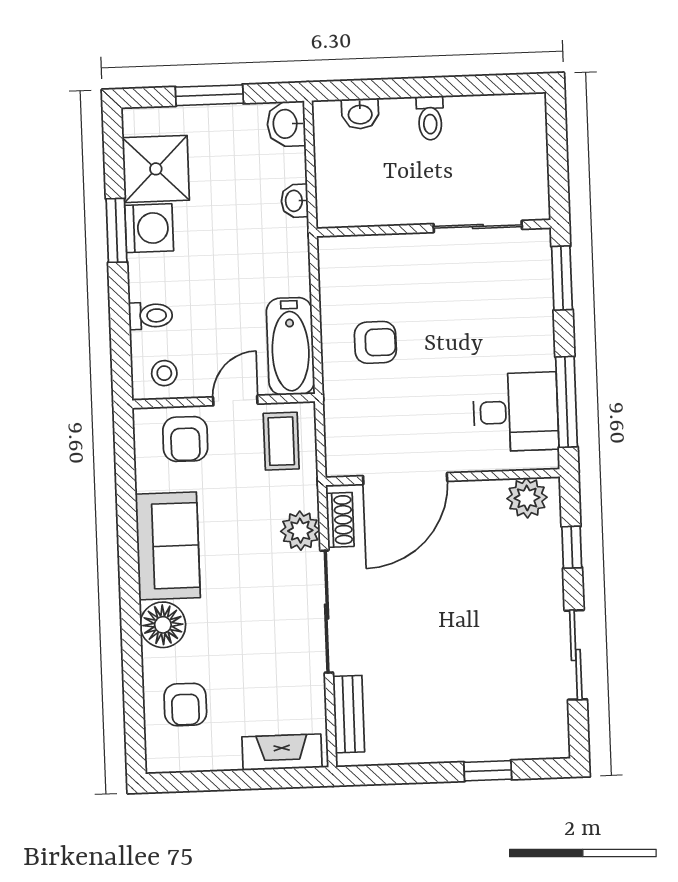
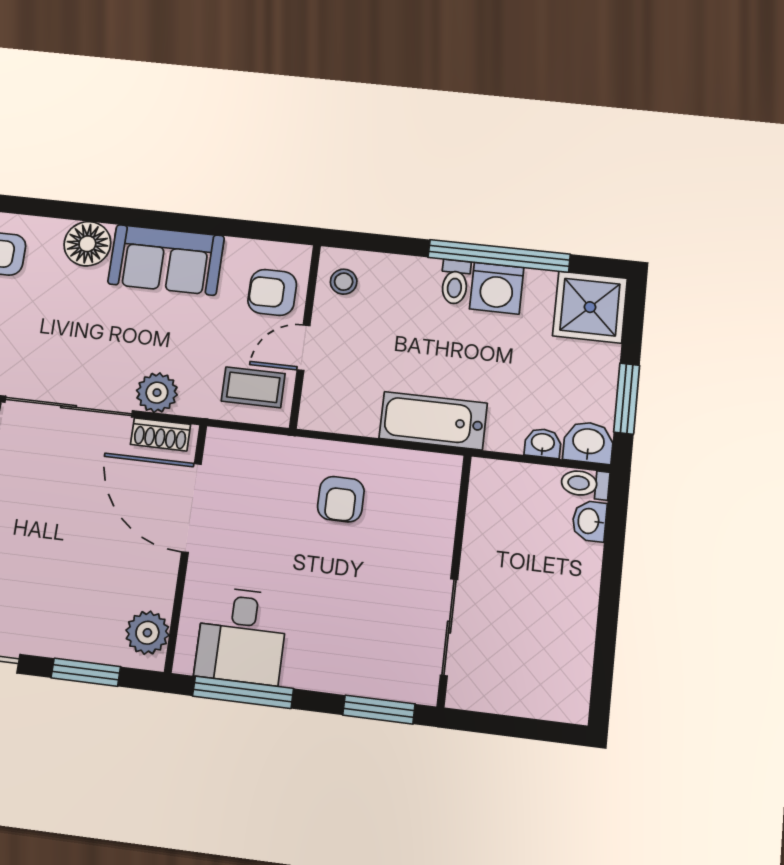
window: (209, 95) -> (627, 399), moved
toilet: (430, 118) -> (585, 484), moved
shower: (156, 169) -> (590, 307), moved
washbasin: (295, 201) -> (543, 443), moved
window: (116, 230) -> (499, 256), width x2.11
toilet: (151, 316) -> (455, 282), moved
bathtub: (290, 346) -> (433, 421), moved
door: (235, 400) -> (304, 348), swing flipped
window: (572, 547) -> (86, 672), width x1.50

